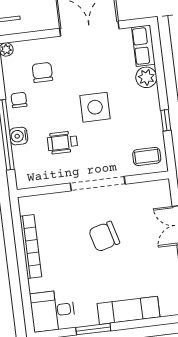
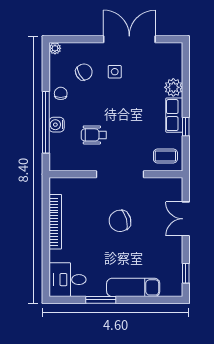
row of seats: (143, 46) -> (174, 115), moved
chair: (42, 72) -> (84, 72), turned 60
side table: (95, 107) -> (115, 72), moved, width x0.54, depth x0.54

